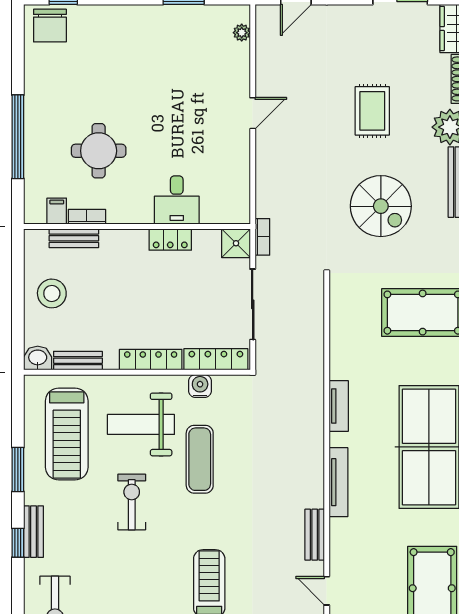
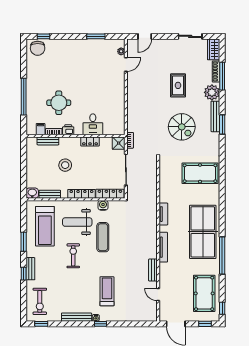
door: (253, 113) -> (126, 65), moved
printer: (120, 213) -> (68, 130), added
stool: (52, 293) -> (65, 165), moved

